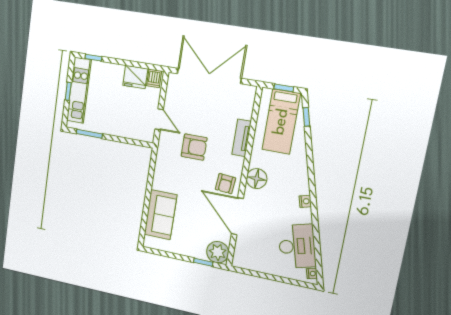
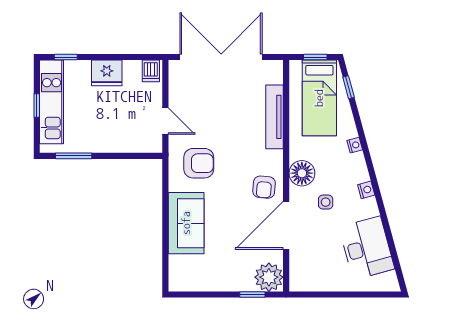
fridge: (135, 77) -> (107, 73), moved
tv unit: (242, 138) -> (275, 117), width x1.41
armchair: (194, 147) -> (199, 163), moved
side table: (271, 204) -> (326, 202), added
sofa: (160, 215) -> (186, 223), moved
door: (237, 216) -> (286, 225), hinge flipped
nightstand: (312, 274) -> (355, 145), moved

